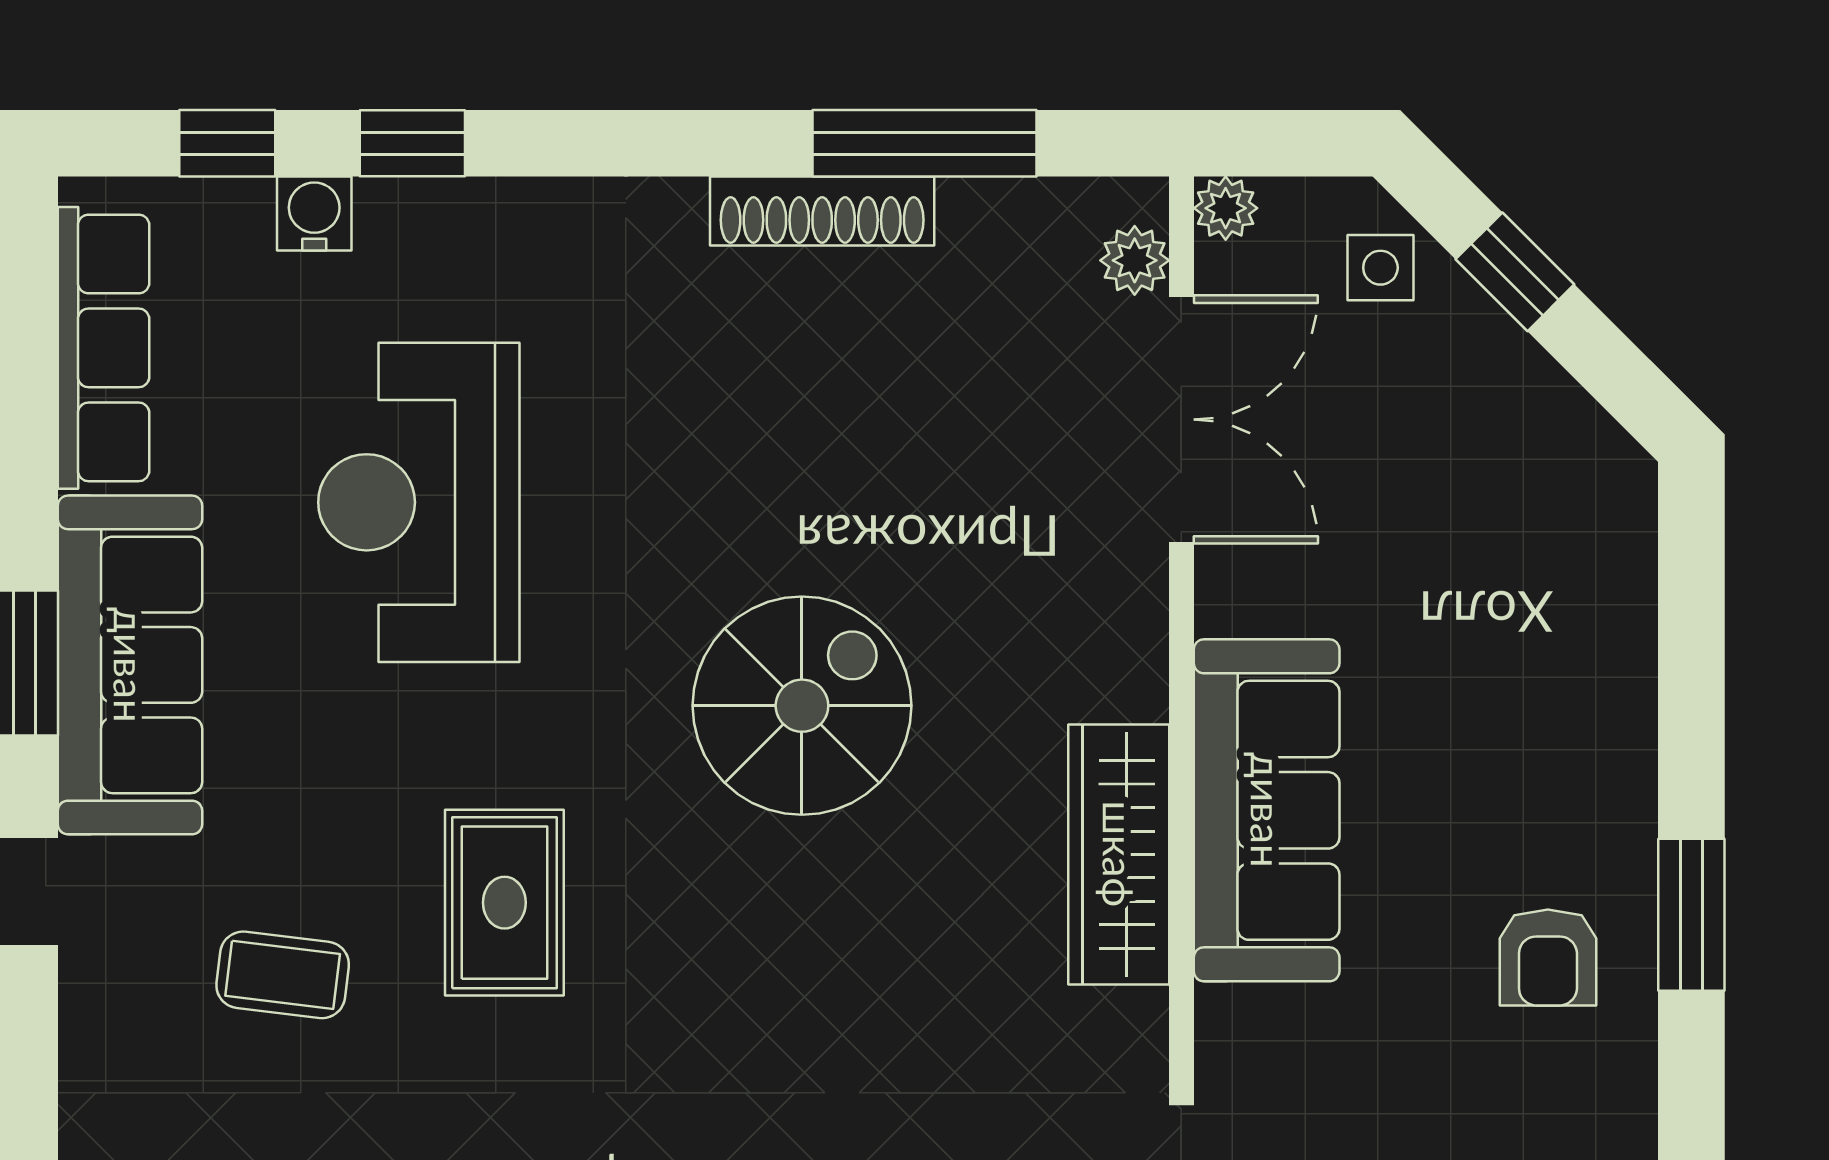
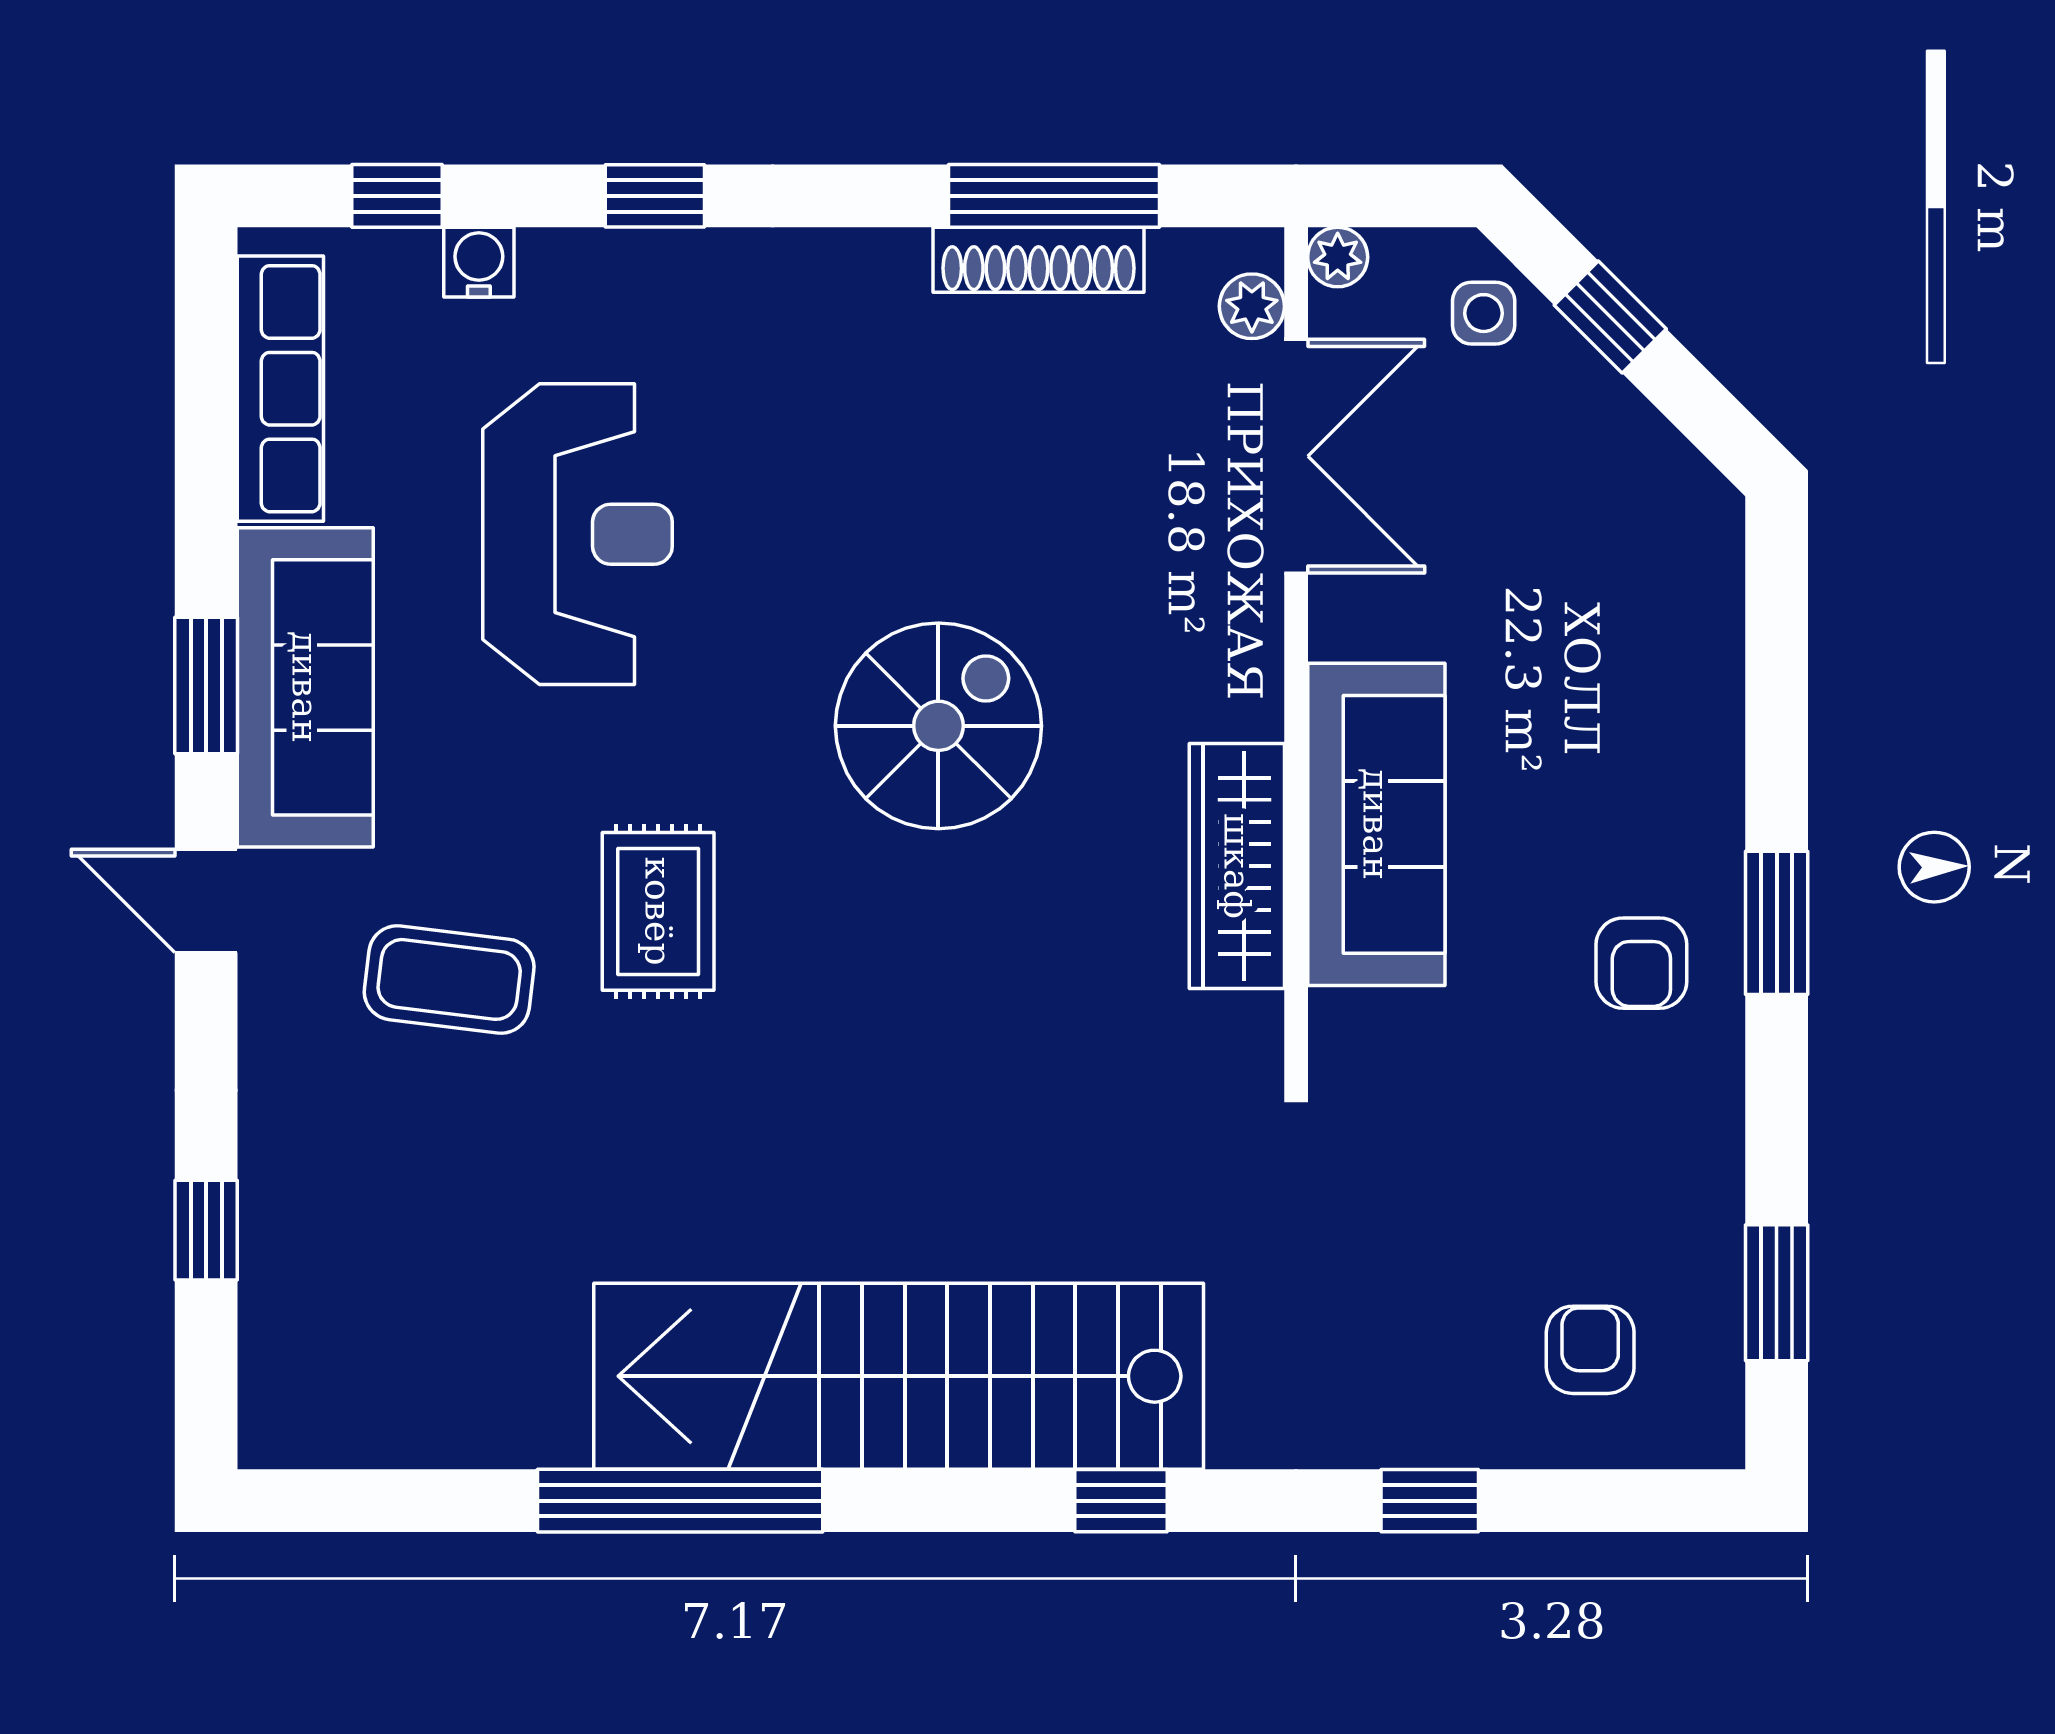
window: (412, 143) -> (655, 196), moved
shoe rack: (822, 211) -> (1039, 260), moved
reception desk: (419, 502) -> (577, 534), turned 180
coffee table: (283, 975) -> (449, 979), width x1.36, depth x1.30

